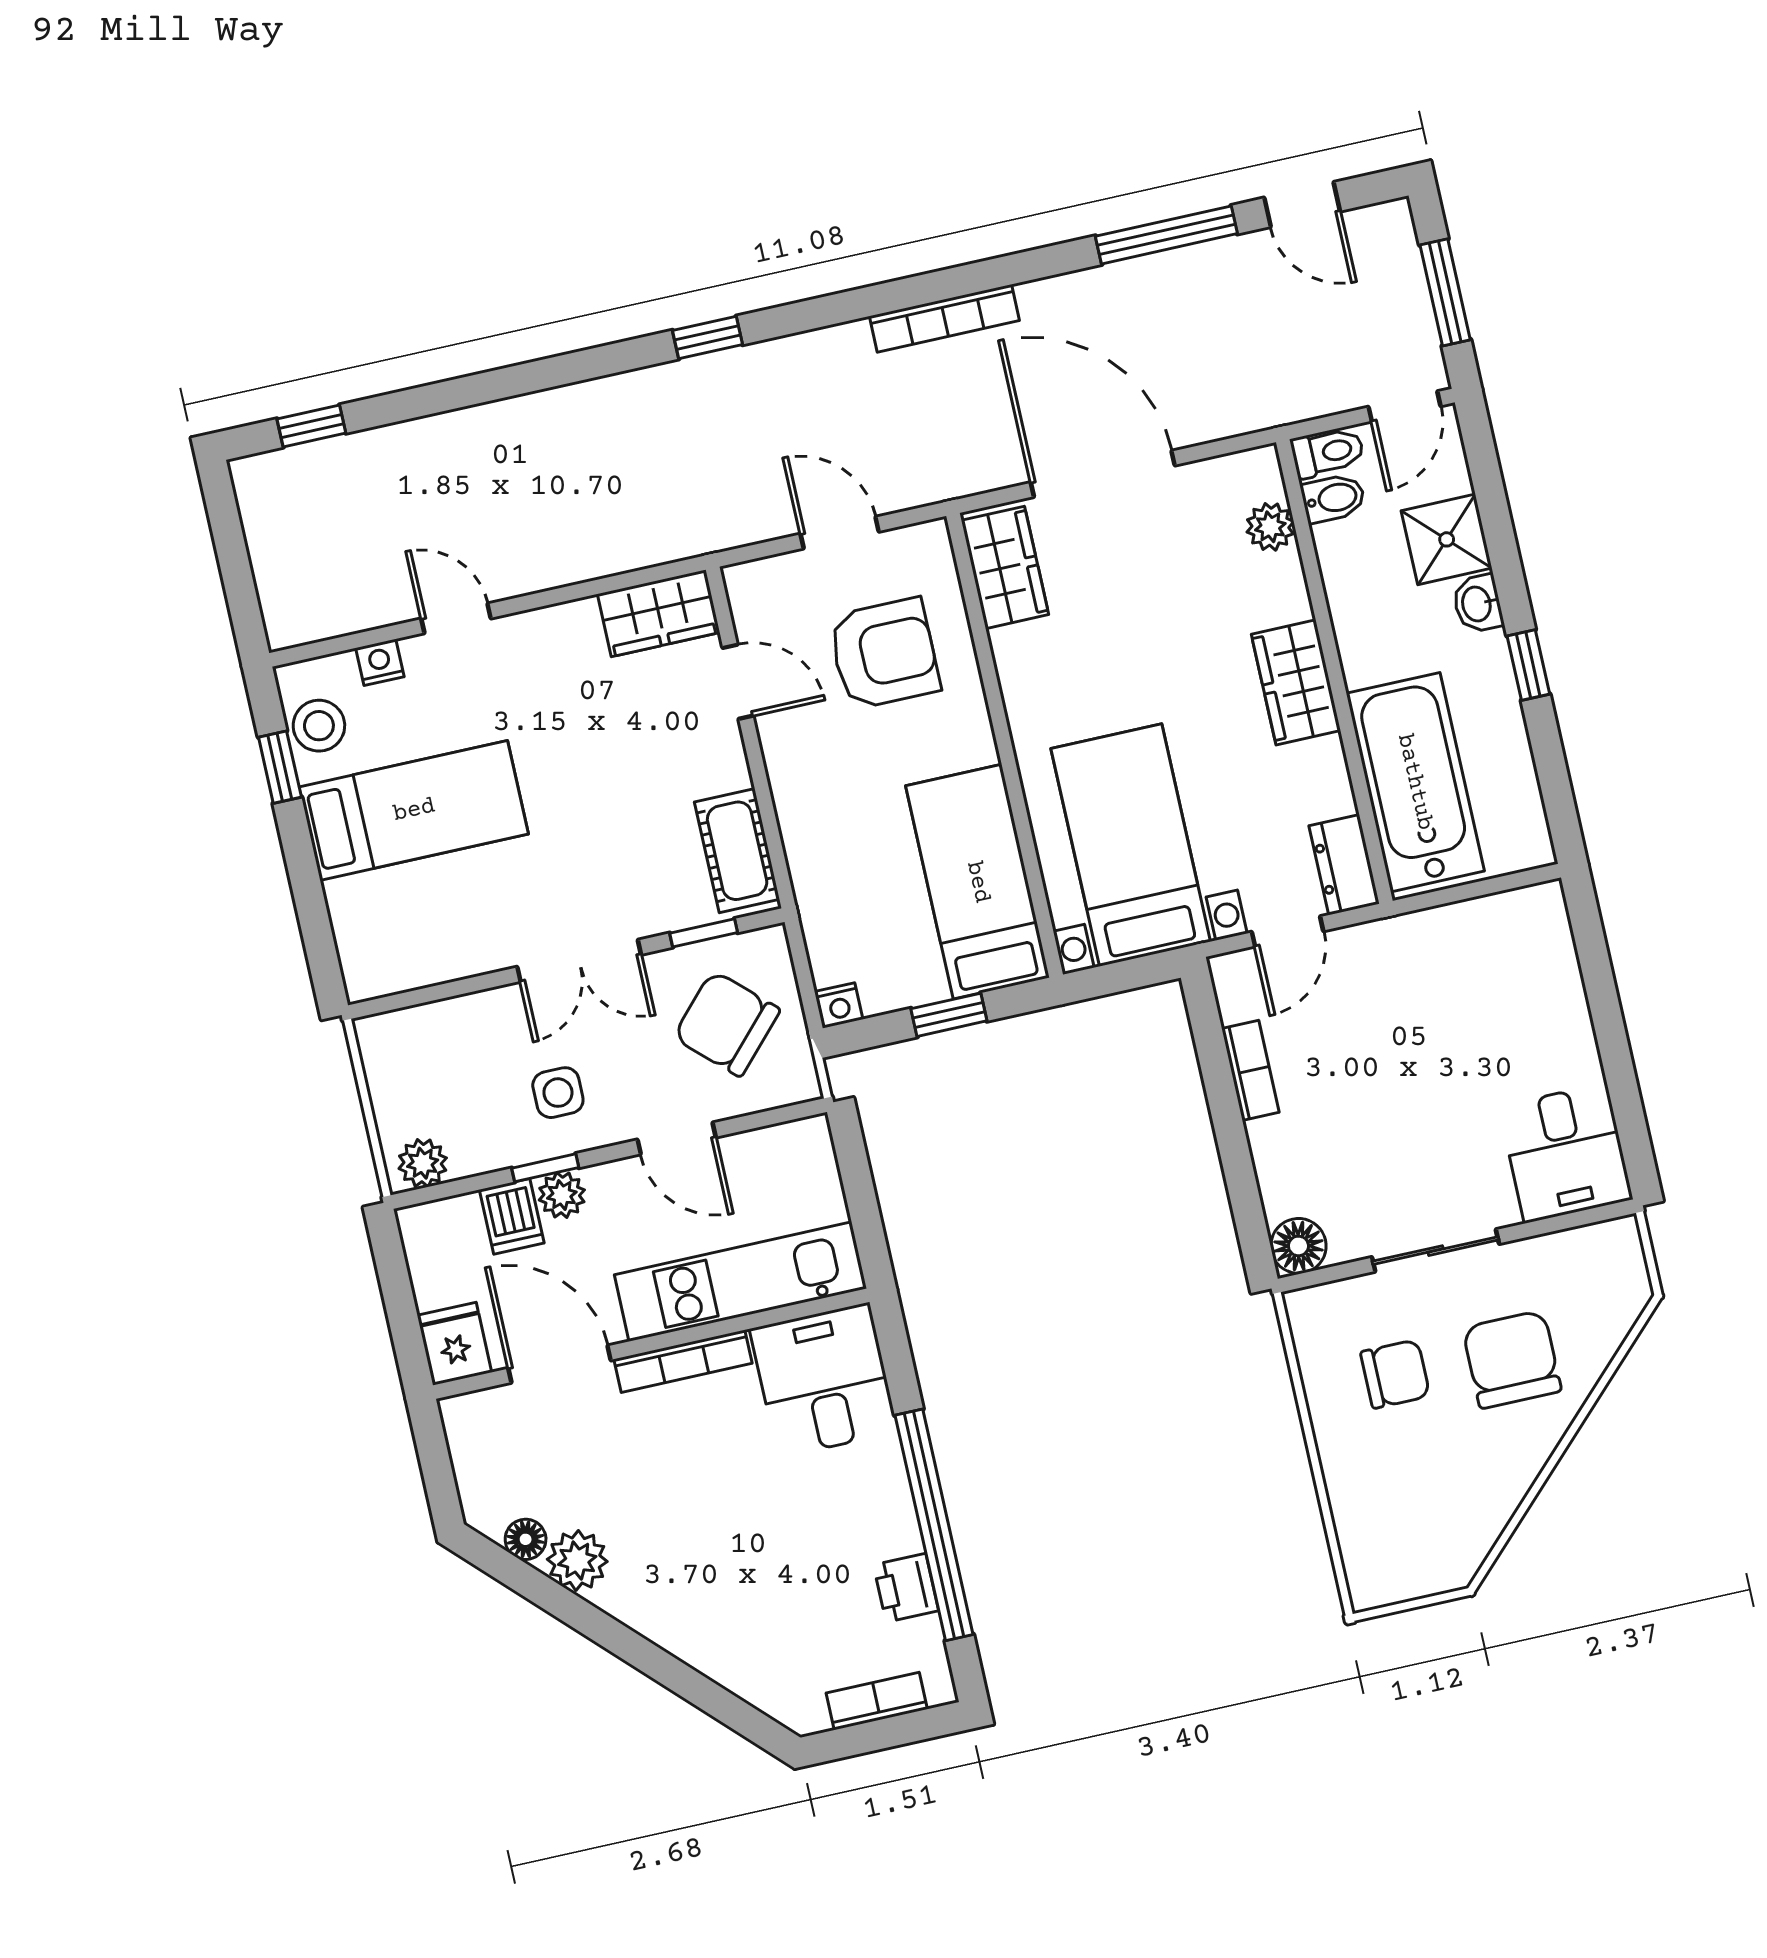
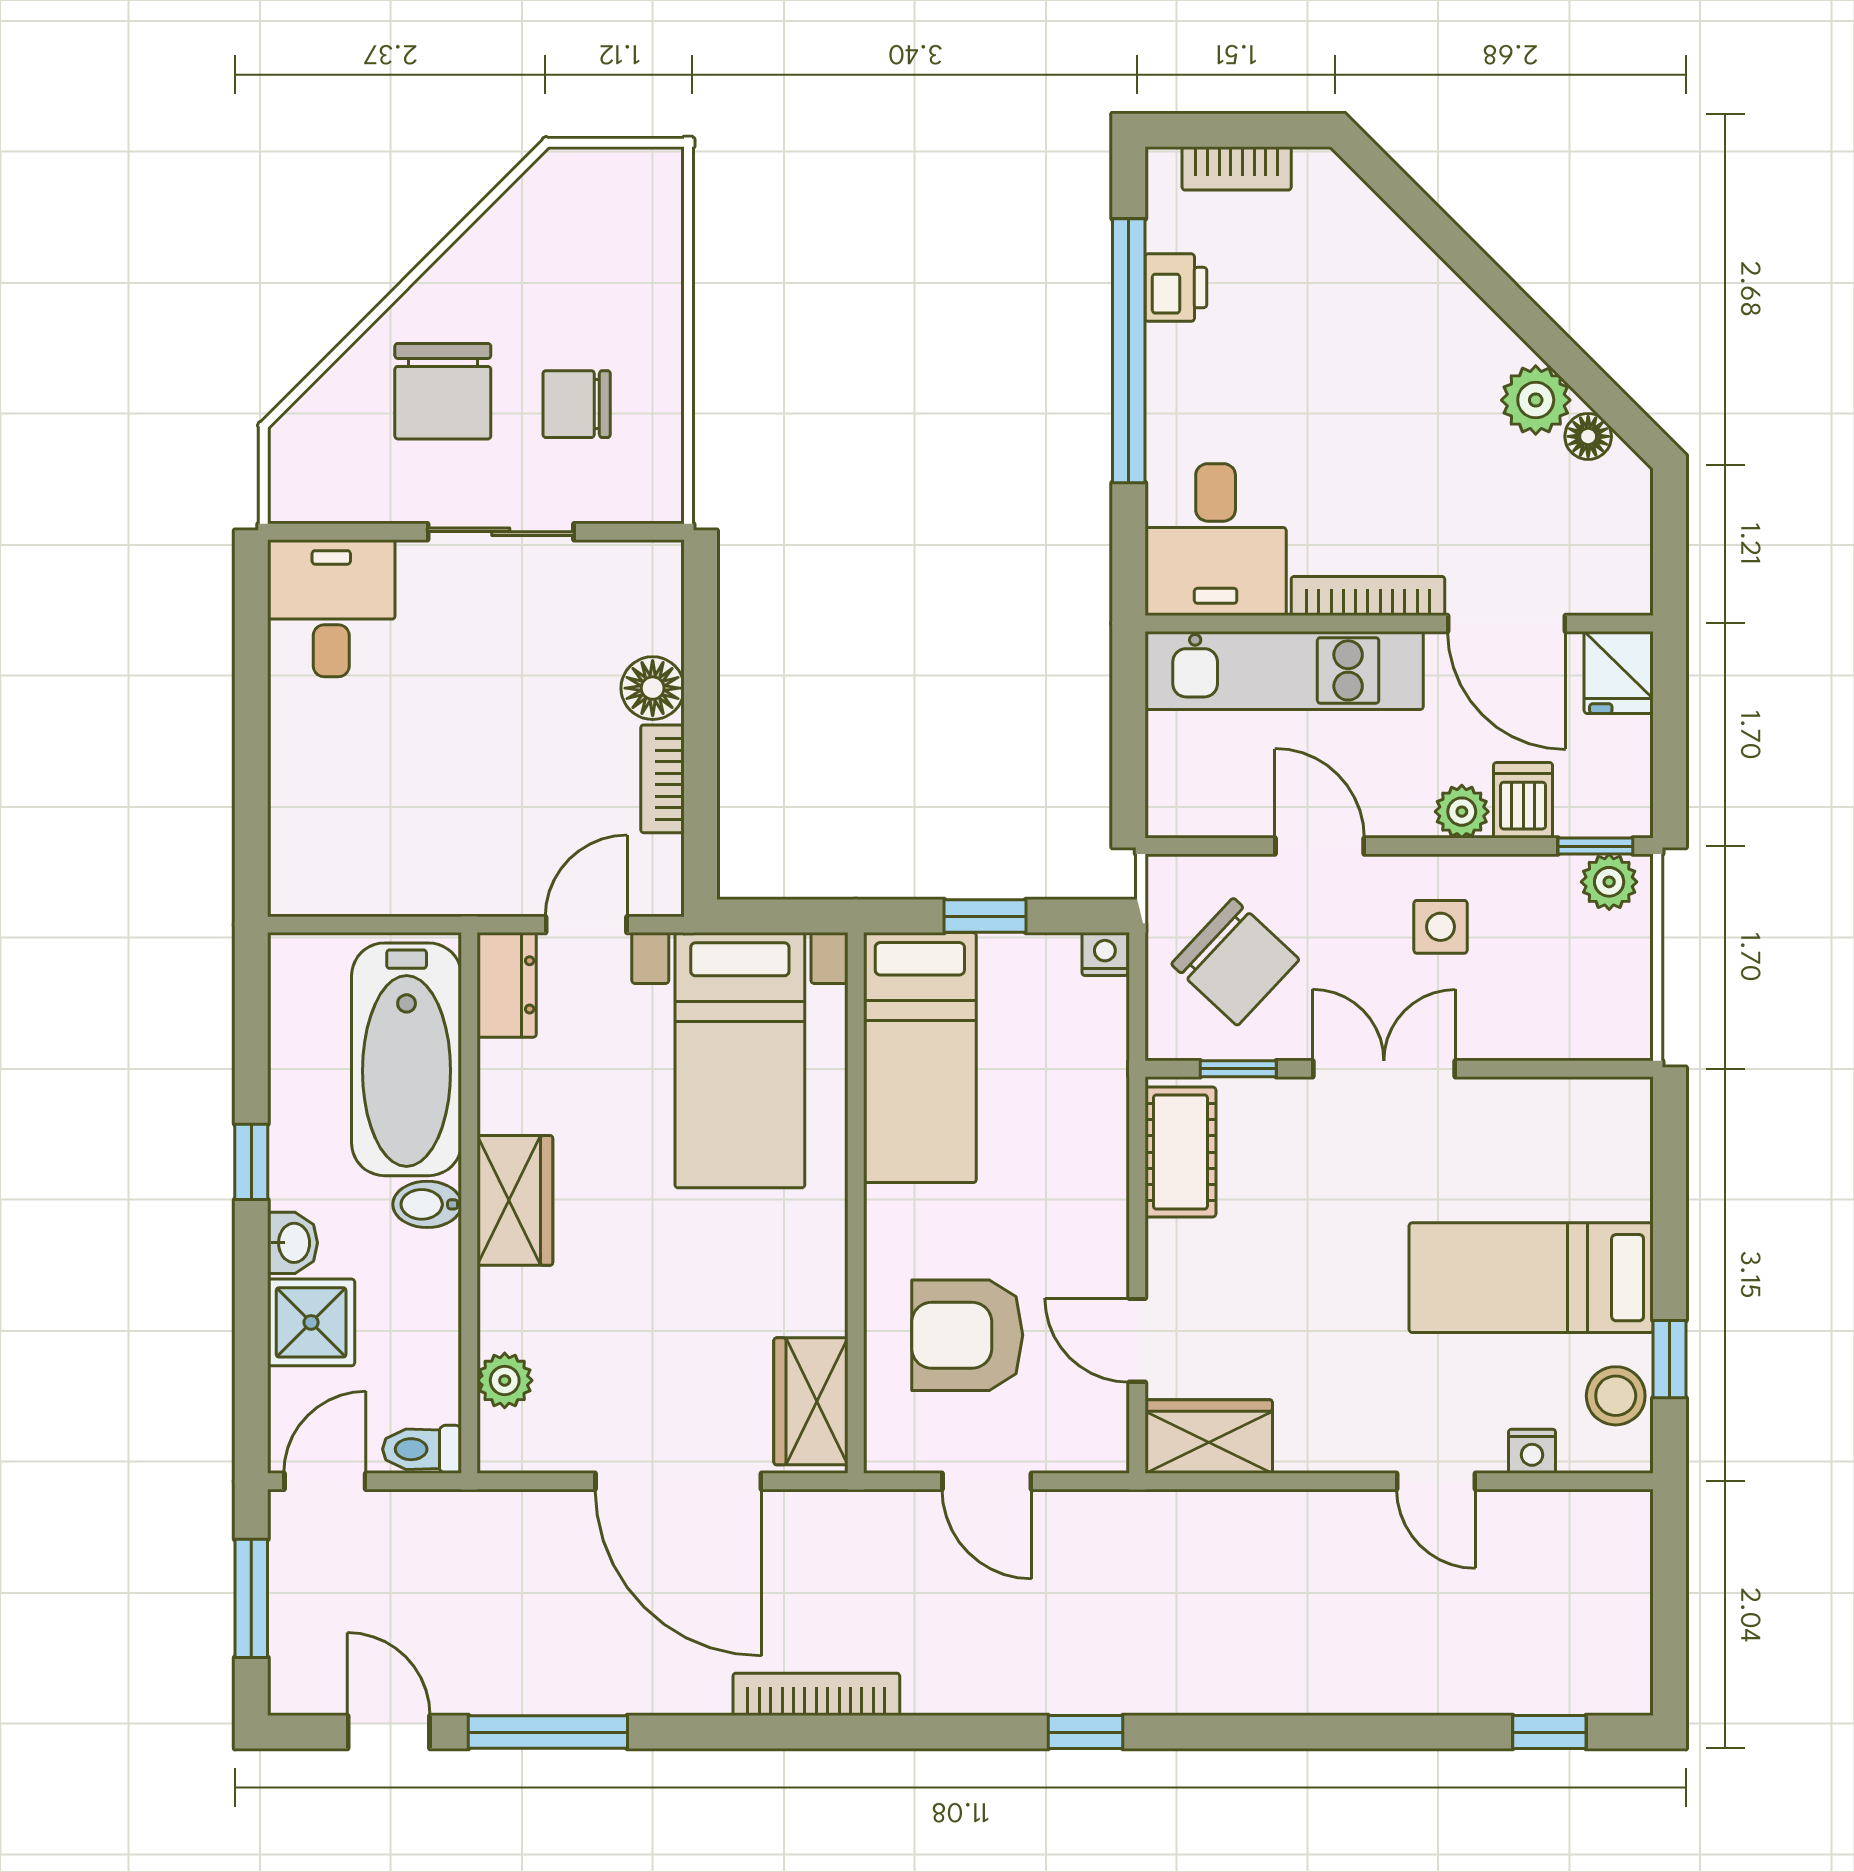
bidet: (1333, 498) -> (427, 1204), moved
window: (545, 1168) -> (1595, 846), moved
floor lamp: (1298, 1246) -> (653, 688), moved

